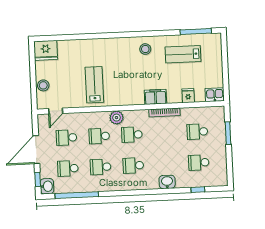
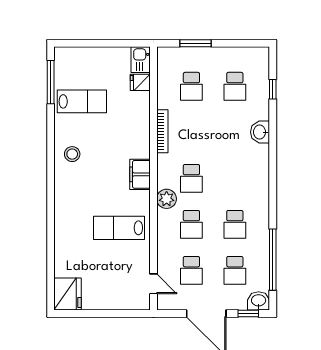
lab bench: (183, 54) -> (82, 101), turned -90
stool: (43, 85) -> (117, 300), removed
fridge: (188, 96) -> (140, 82), moved
filing cabinet: (155, 97) -> (140, 174), moved
school desk: (133, 165) -> (235, 178), removed

